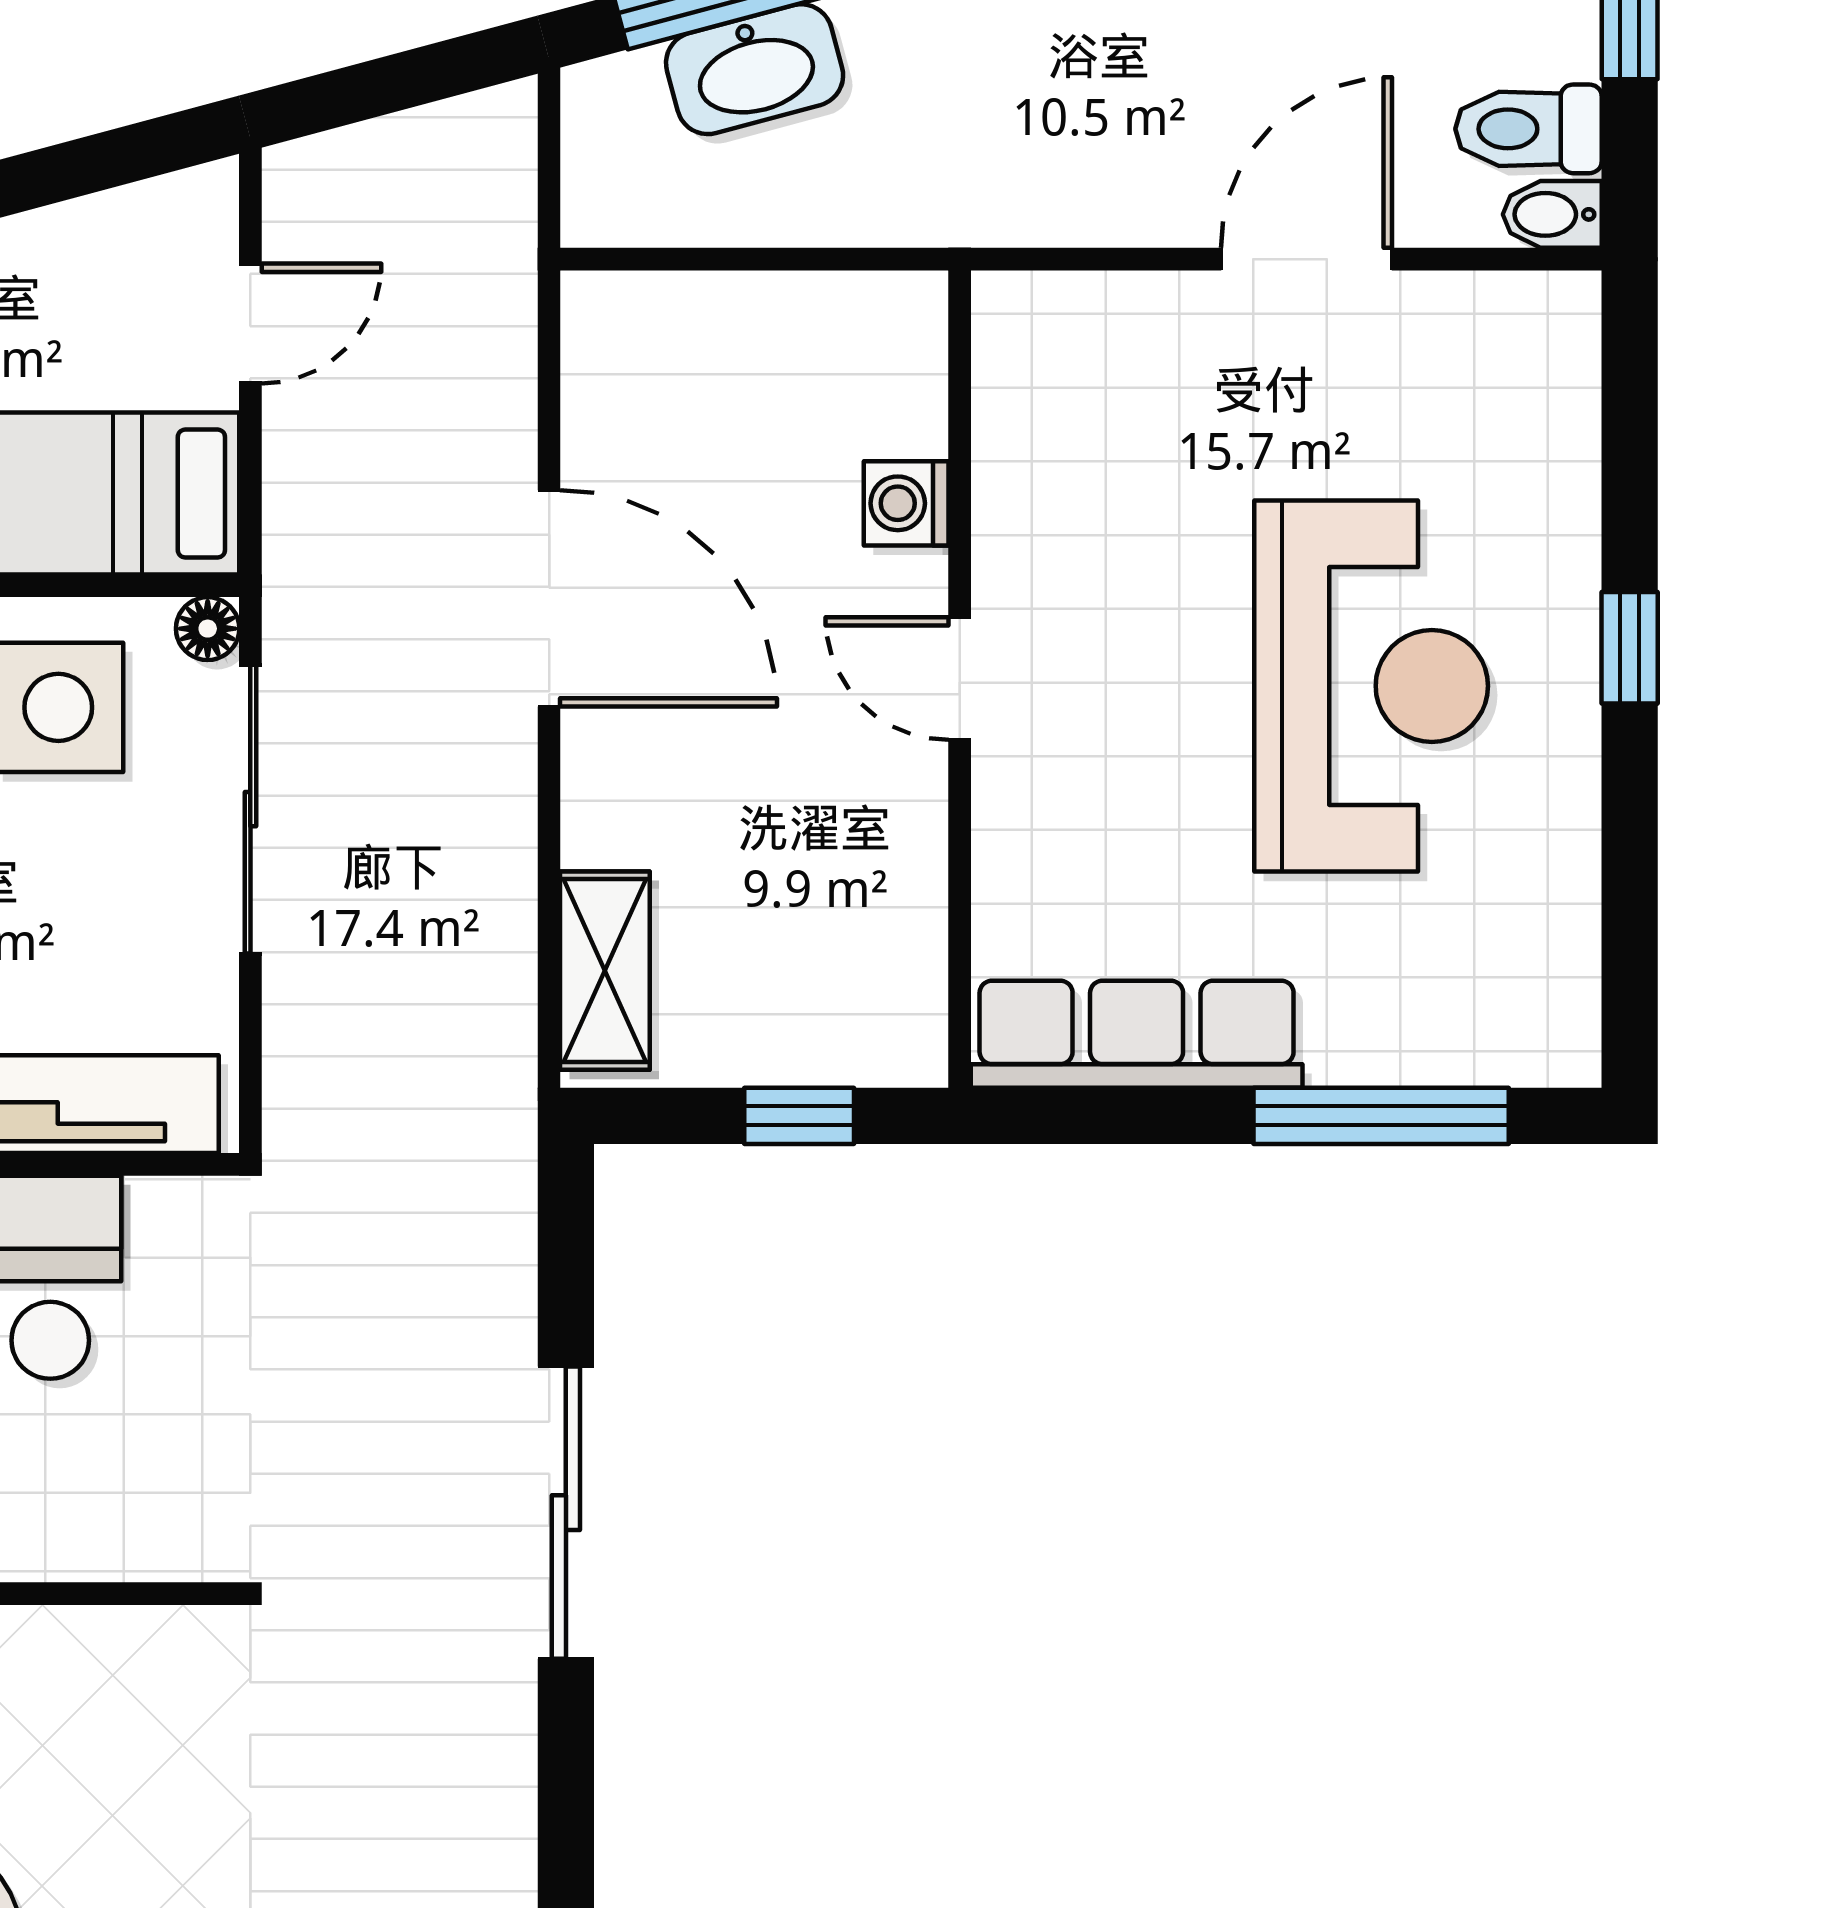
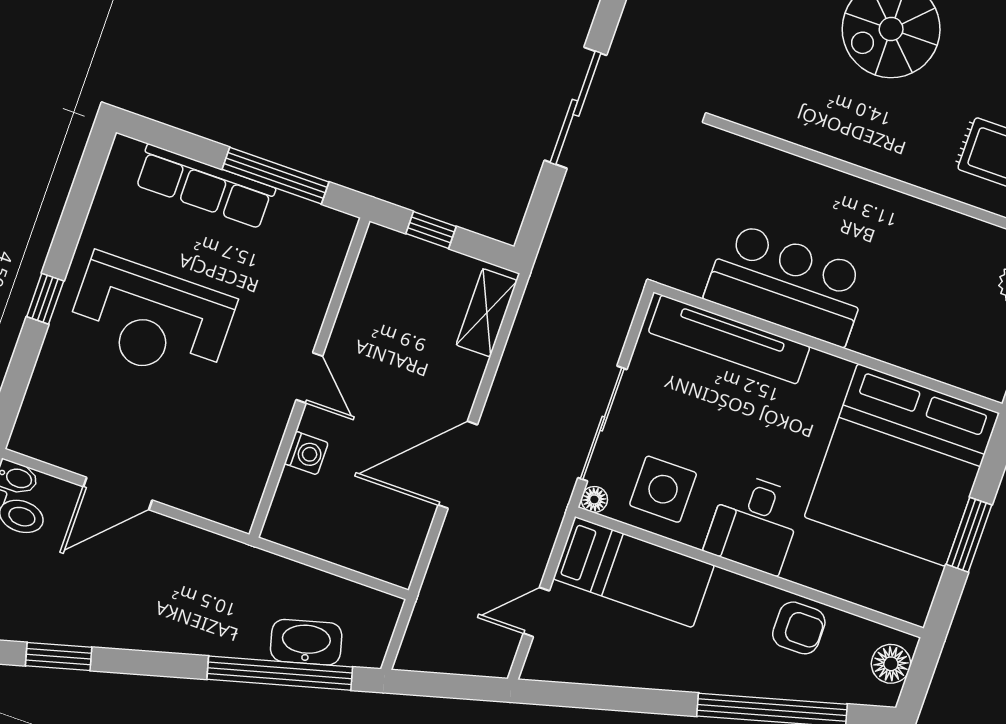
door: (549, 598) -> (458, 465), hinge flipped
reception desk: (1371, 686) -> (151, 319), turned -90
row of seats: (1137, 1034) -> (205, 186), moved
window: (1381, 1116) -> (275, 176), moved

